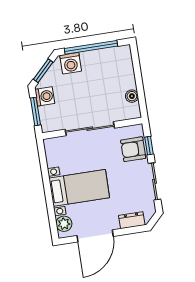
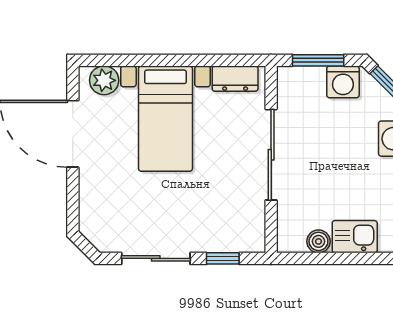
kitchen sink: (126, 77) -> (355, 237), added
armchair: (133, 149) -> (221, 229), removed
dresser: (132, 220) -> (235, 79), moved, turned 90

